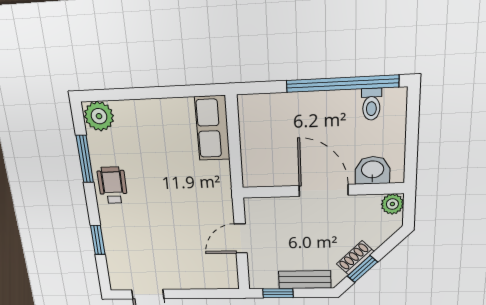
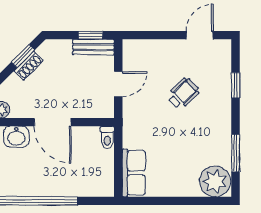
toilet: (371, 104) -> (107, 137), moved, turned 180
plant: (99, 116) -> (215, 181), width x1.36, depth x1.36
wheelchair: (112, 185) -> (183, 93), moved, turned -134
bench: (305, 280) -> (93, 47), moved

